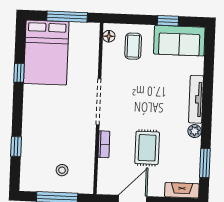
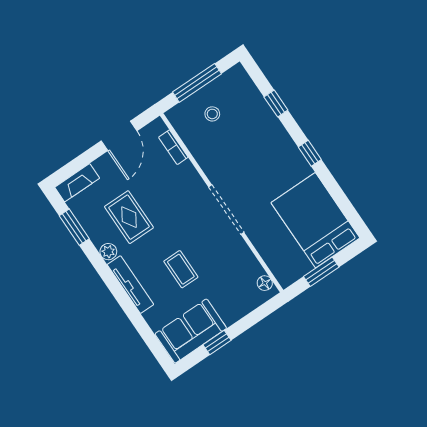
window: (67, 17) -> (321, 272), width x0.69
coffee table: (133, 46) -> (181, 269), moved
window: (19, 73) -> (310, 153), moved
bookcase: (104, 144) -> (173, 147), moved
rug: (147, 148) -> (129, 217), moved

